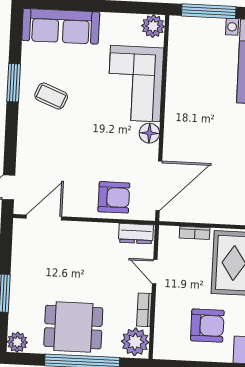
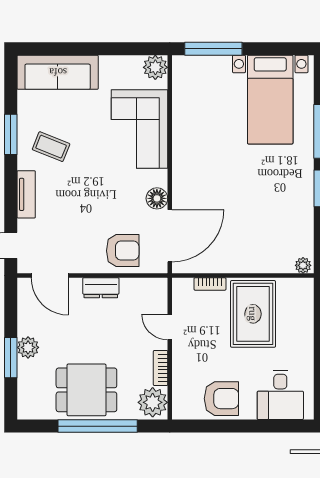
floor lamp: (149, 133) -> (157, 198), moved
tv unit: (25, 140) -> (26, 194), added
door: (44, 218) -> (50, 276), swing flipped
dresser: (136, 234) -> (101, 288), moved
armchair: (207, 326) -> (221, 399), moved
plant: (17, 342) -> (28, 347), moved

